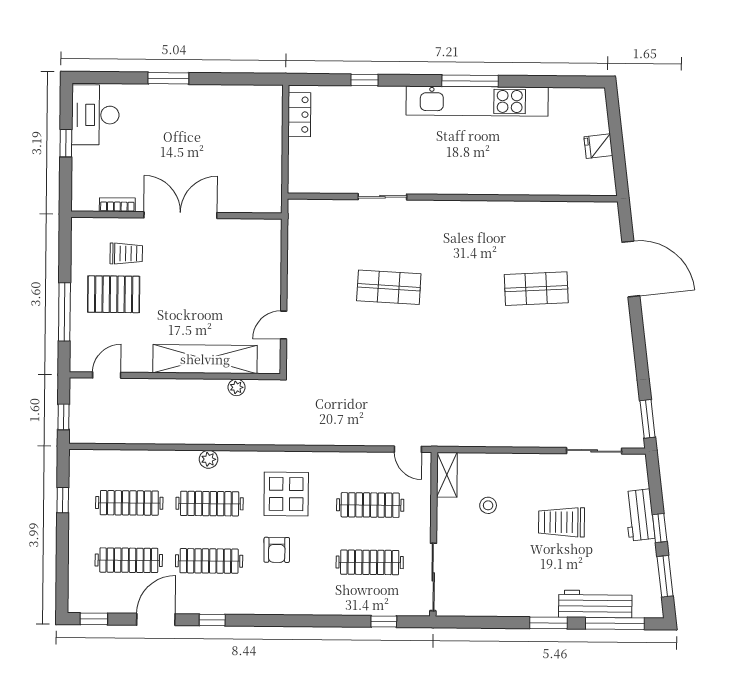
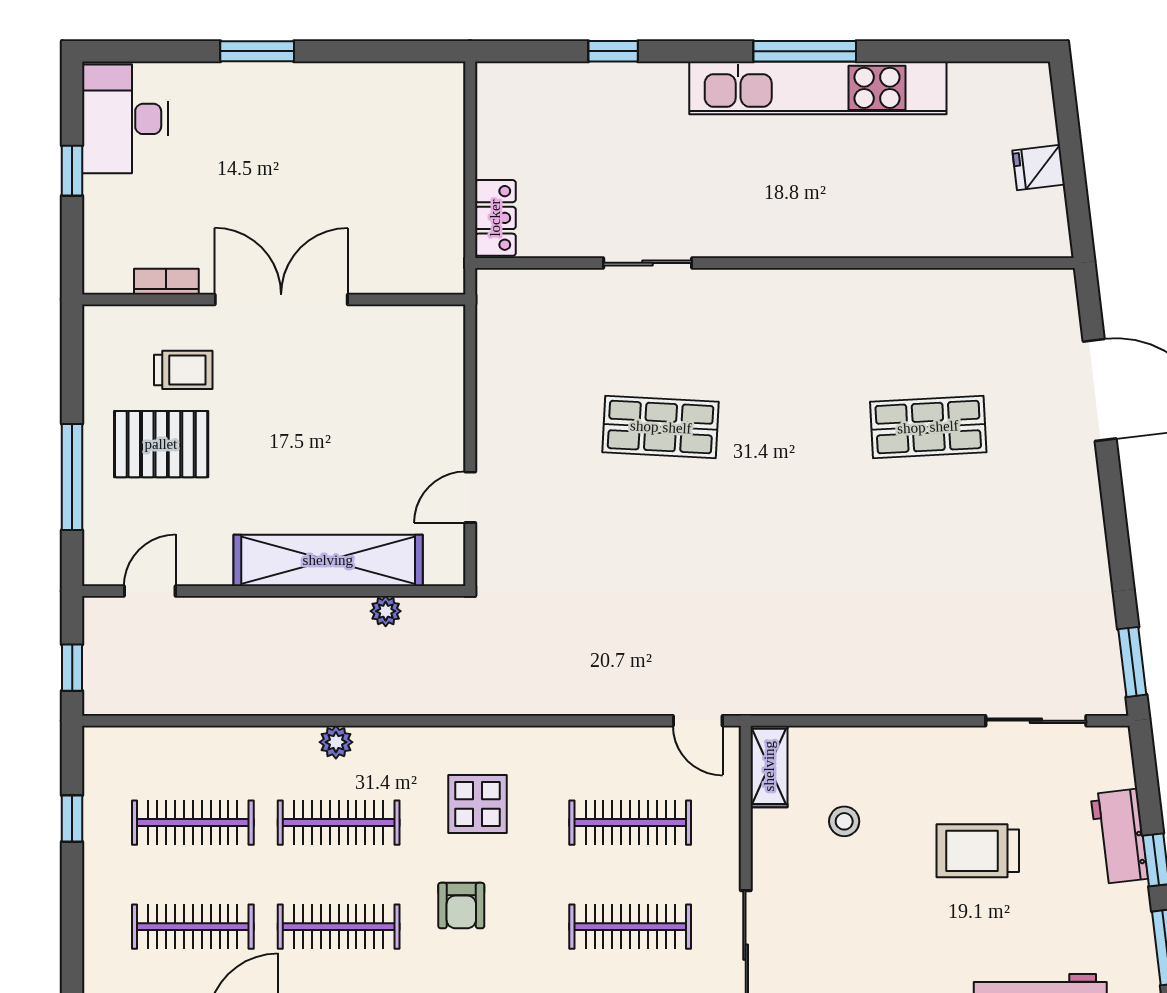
locker: (299, 115) -> (495, 218), moved
display table: (286, 494) -> (478, 804), width x0.73, depth x0.73

